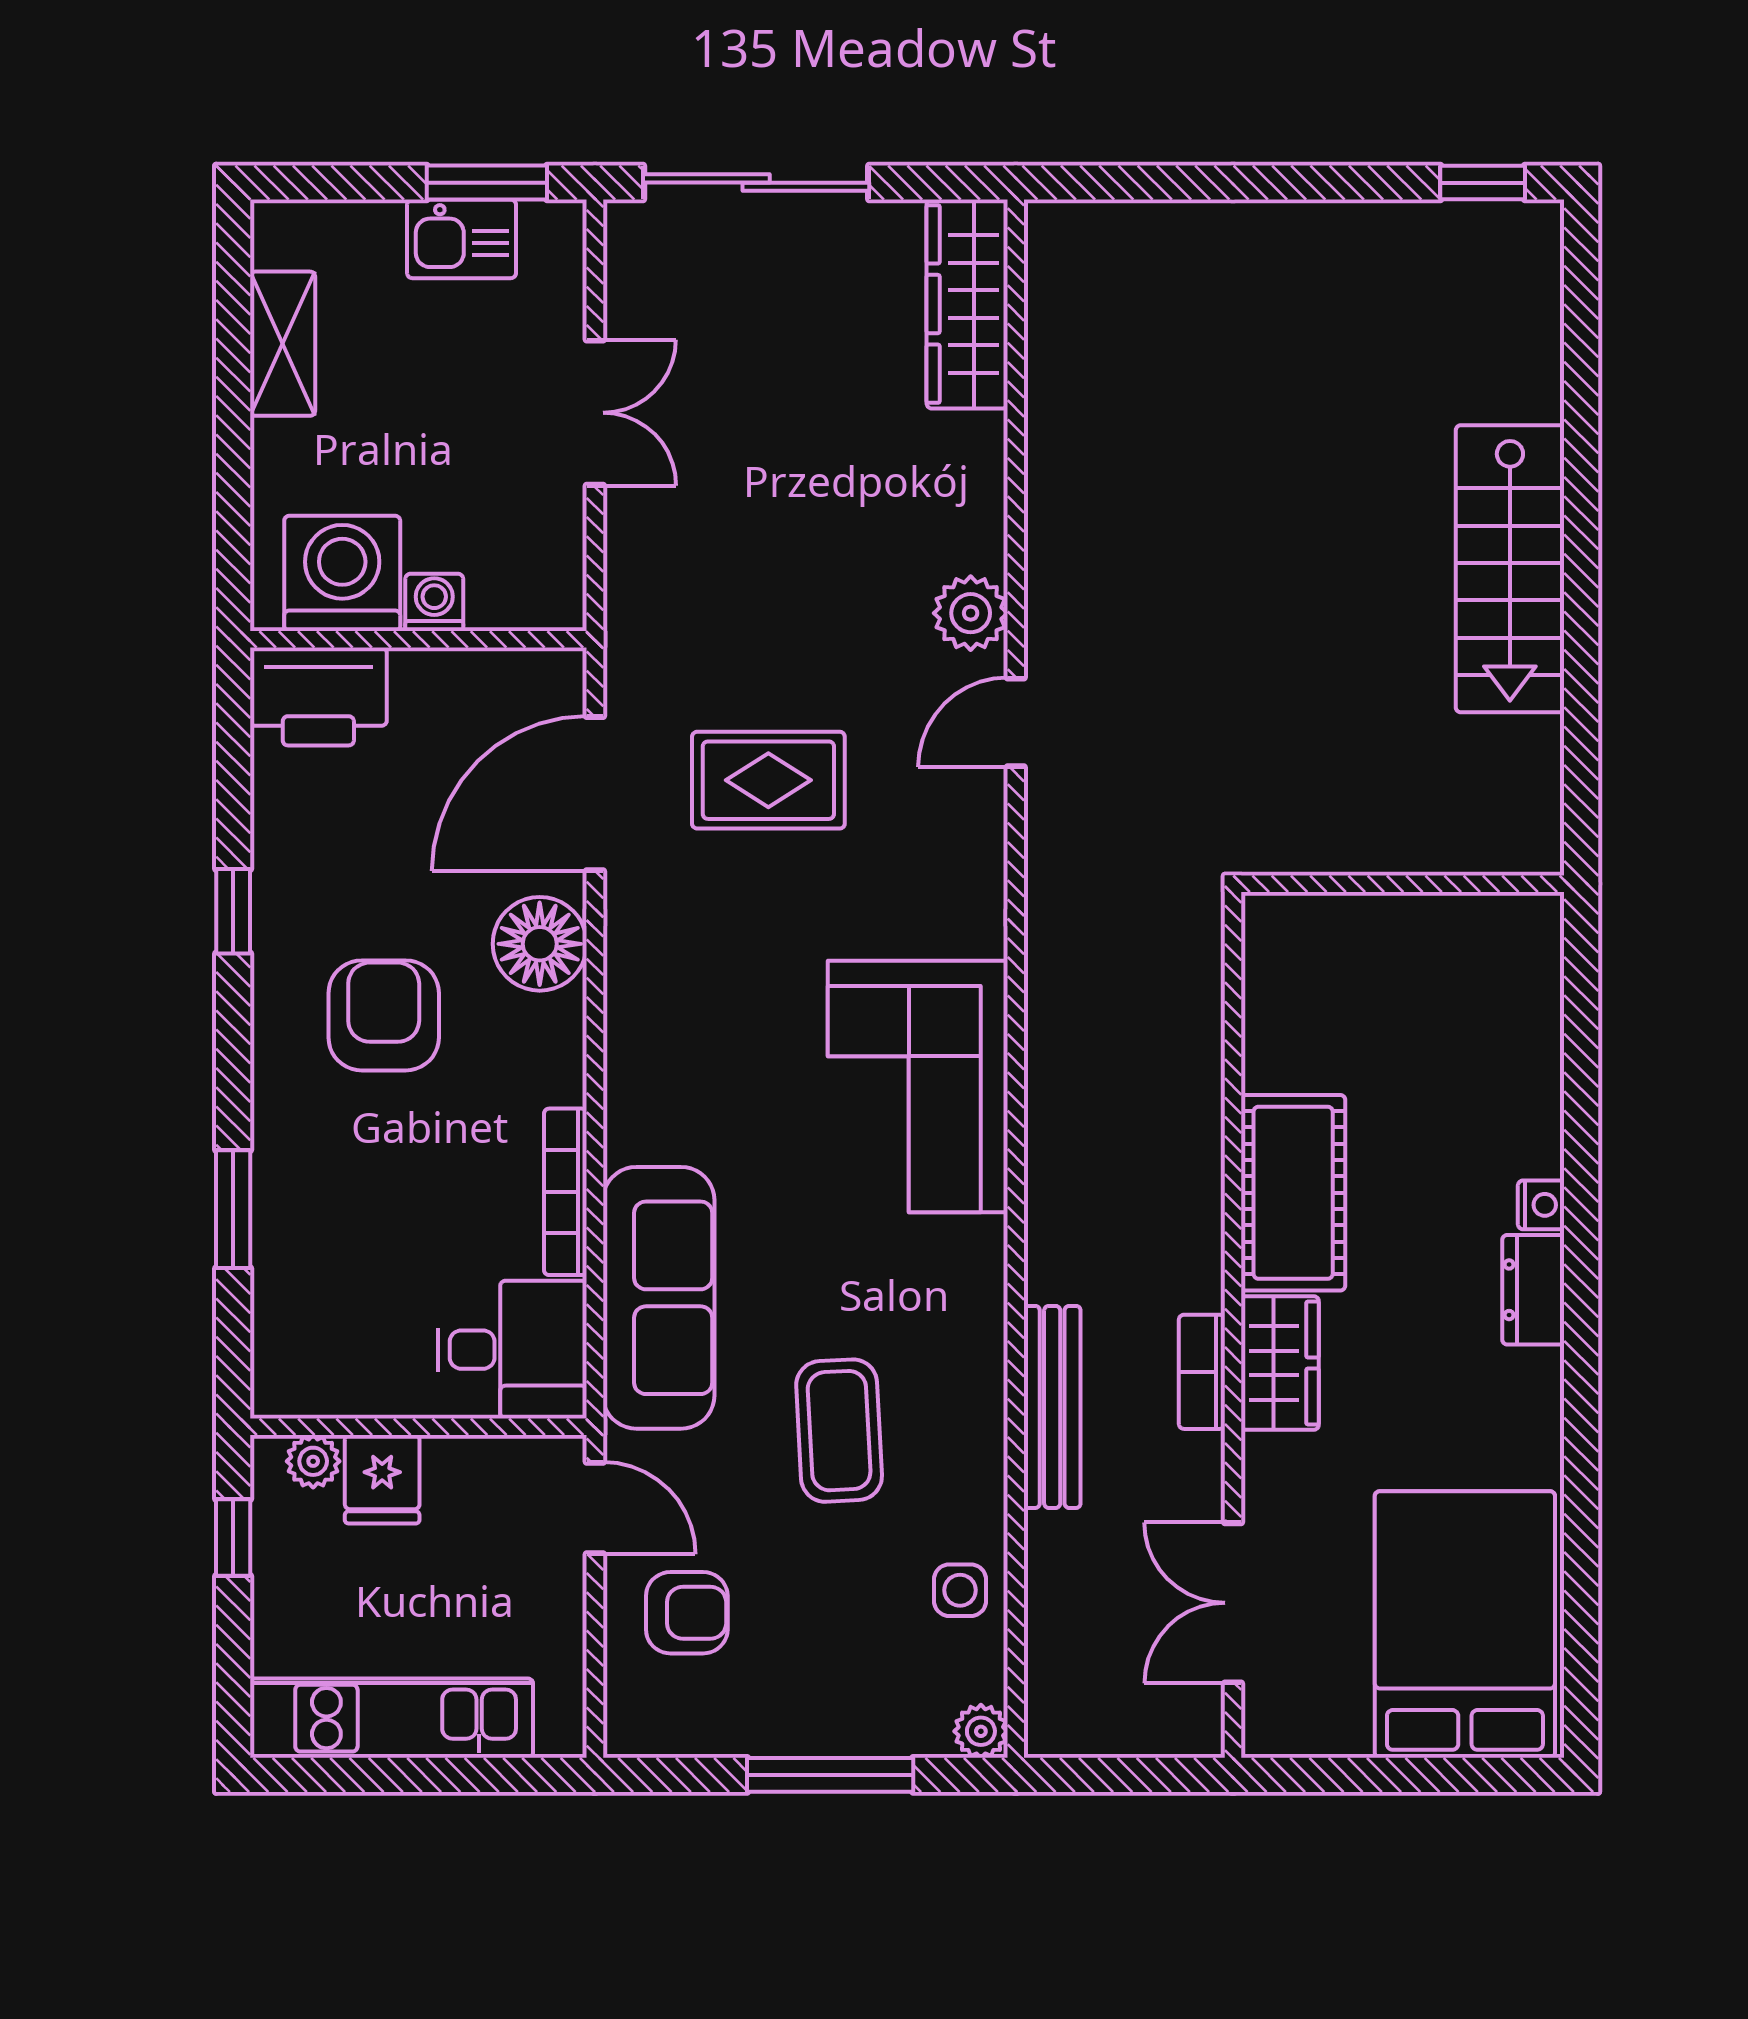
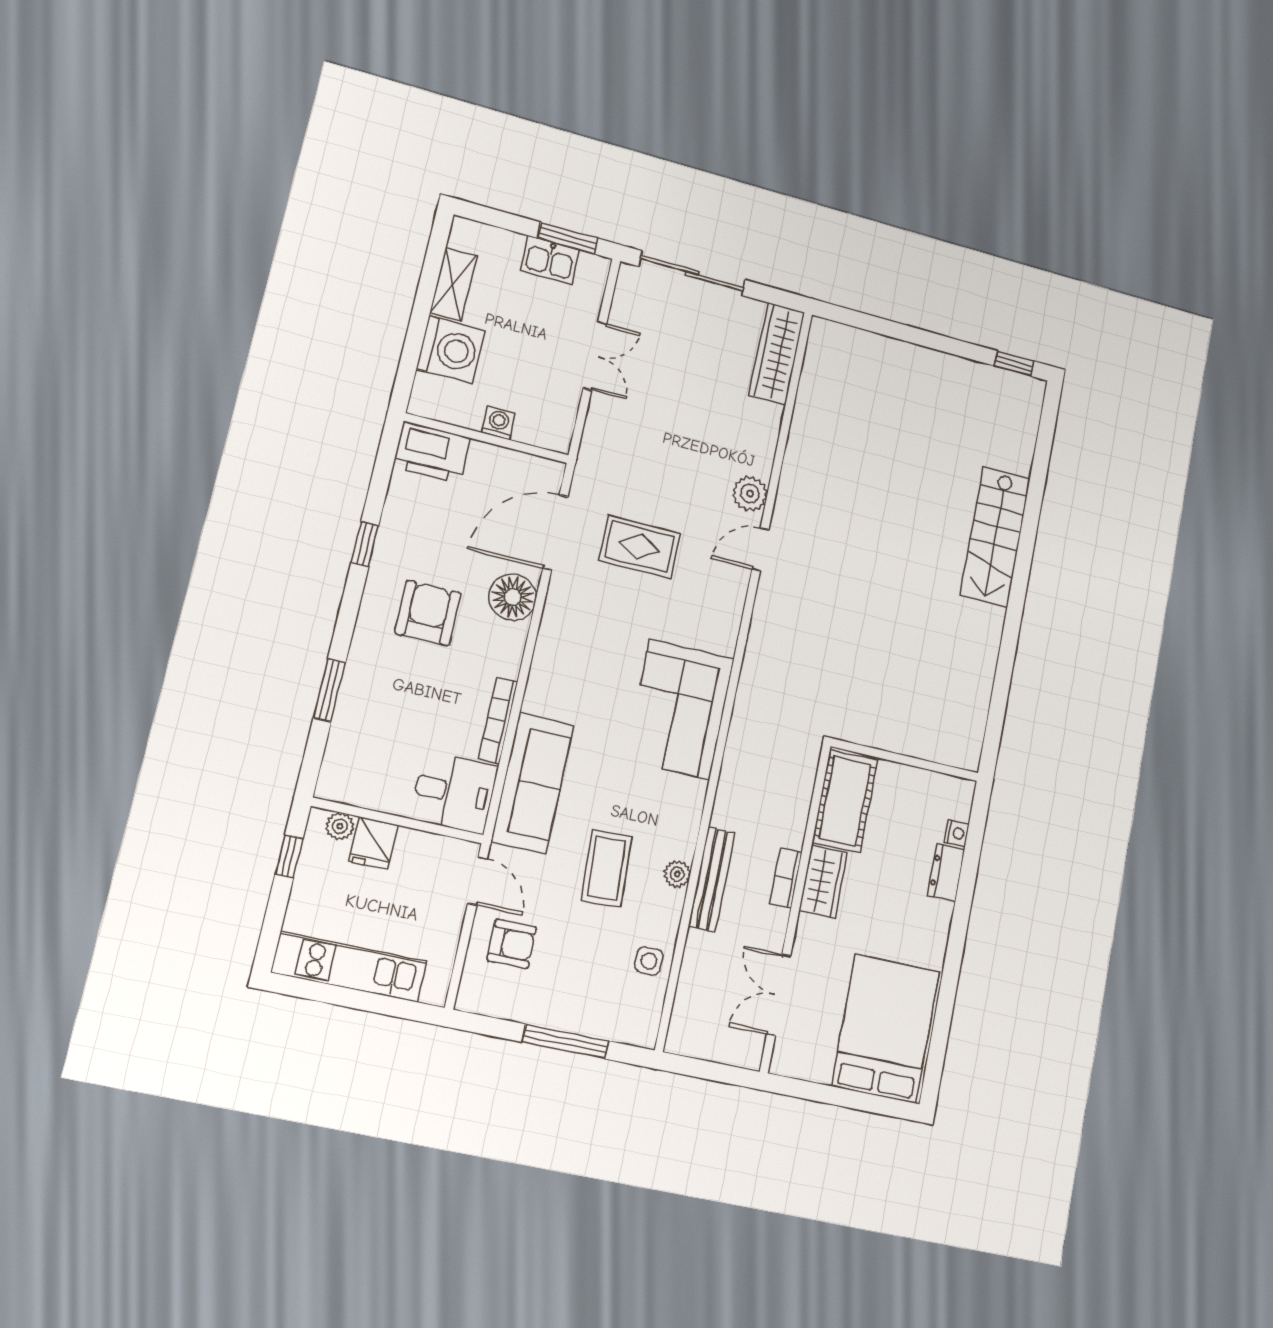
washing machine: (342, 573) -> (451, 350), moved, turned 90
wall: (1403, 884) -> (905, 760), moved
plant: (981, 1731) -> (677, 874), moved

